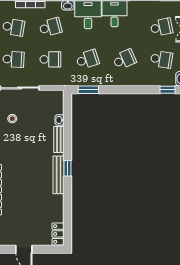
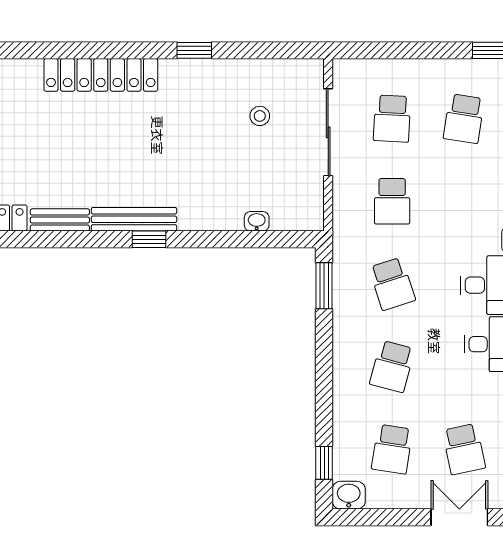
school desk: (50, 27) -> (464, 201), removed
school desk: (124, 59) -> (392, 366), turned 39
bench: (59, 140) -> (60, 220), moved

